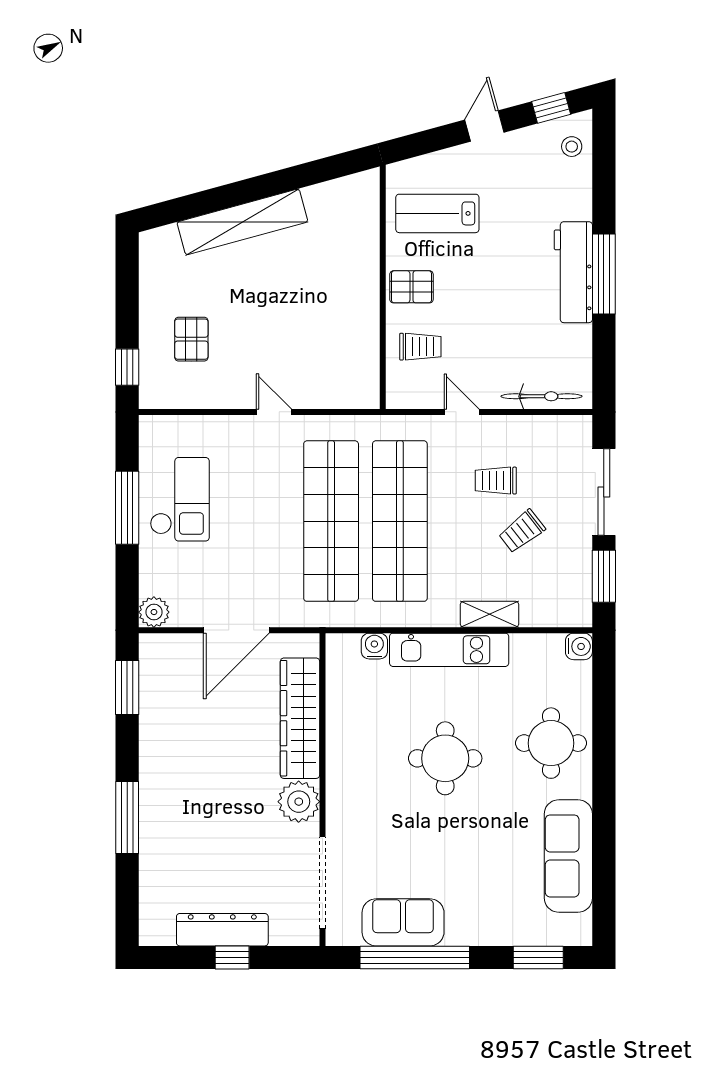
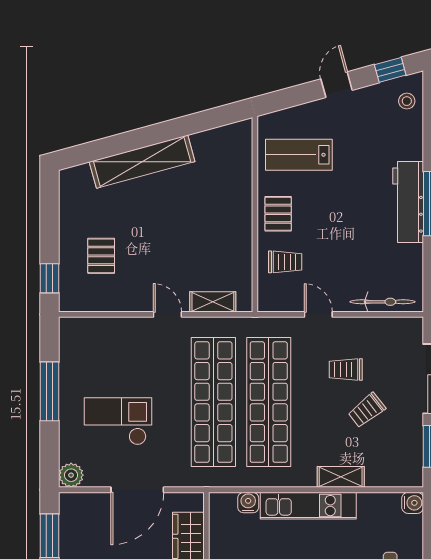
pallet: (411, 287) -> (278, 214), turned 90
shelving: (330, 396) -> (213, 302), added
checkout: (180, 499) -> (118, 421), moved, turned -90

